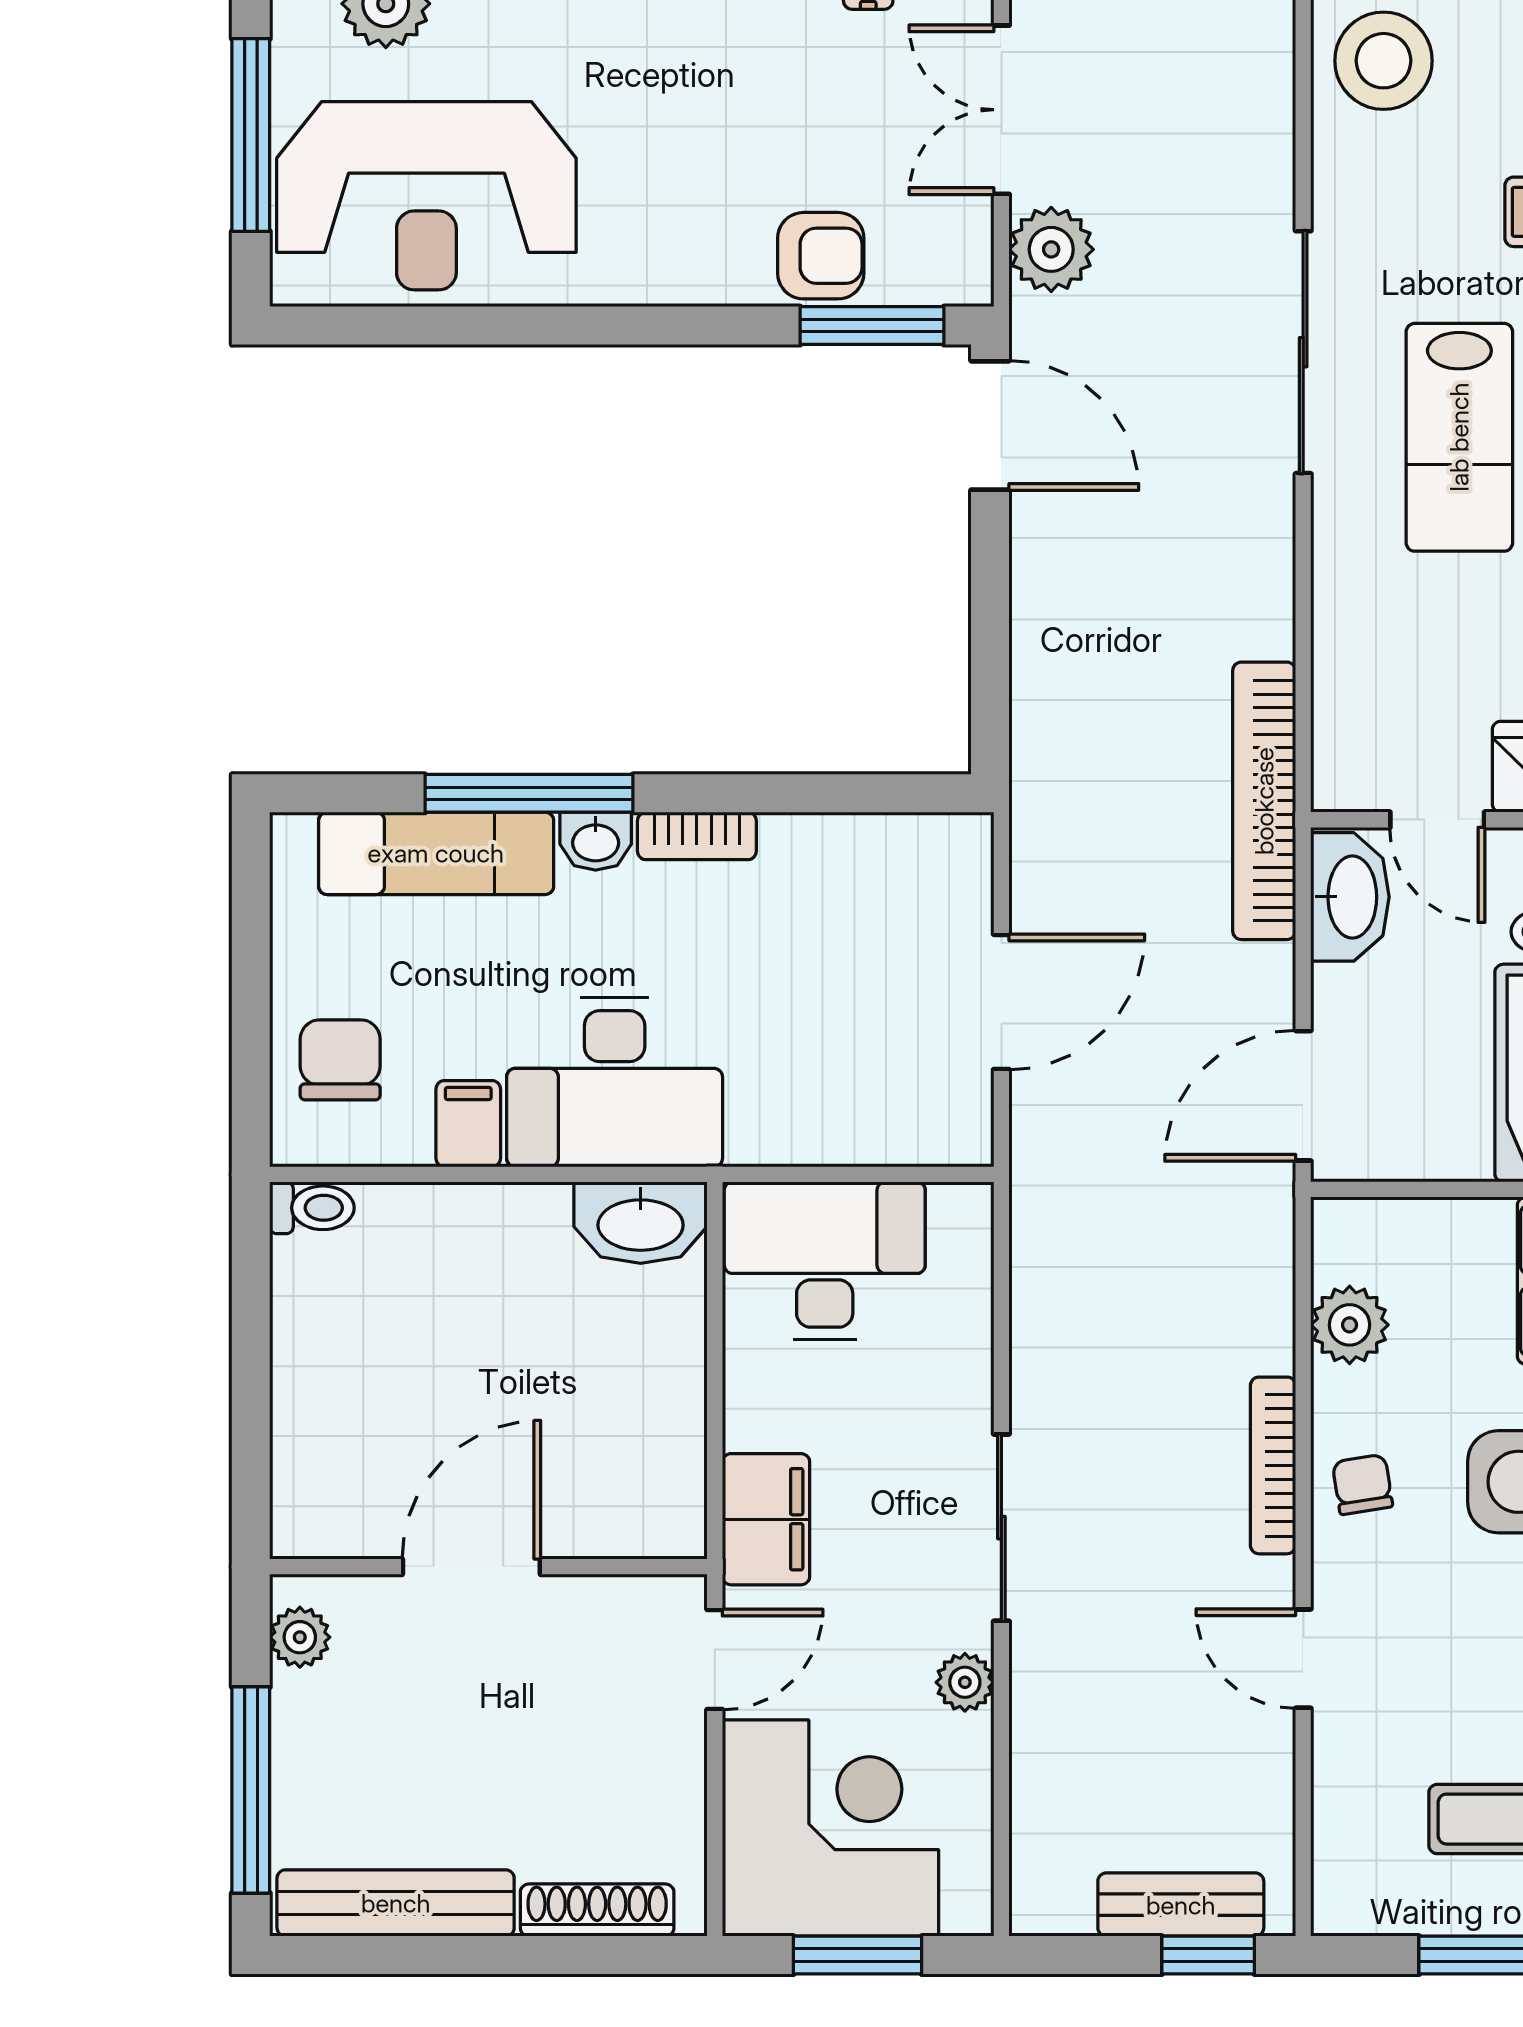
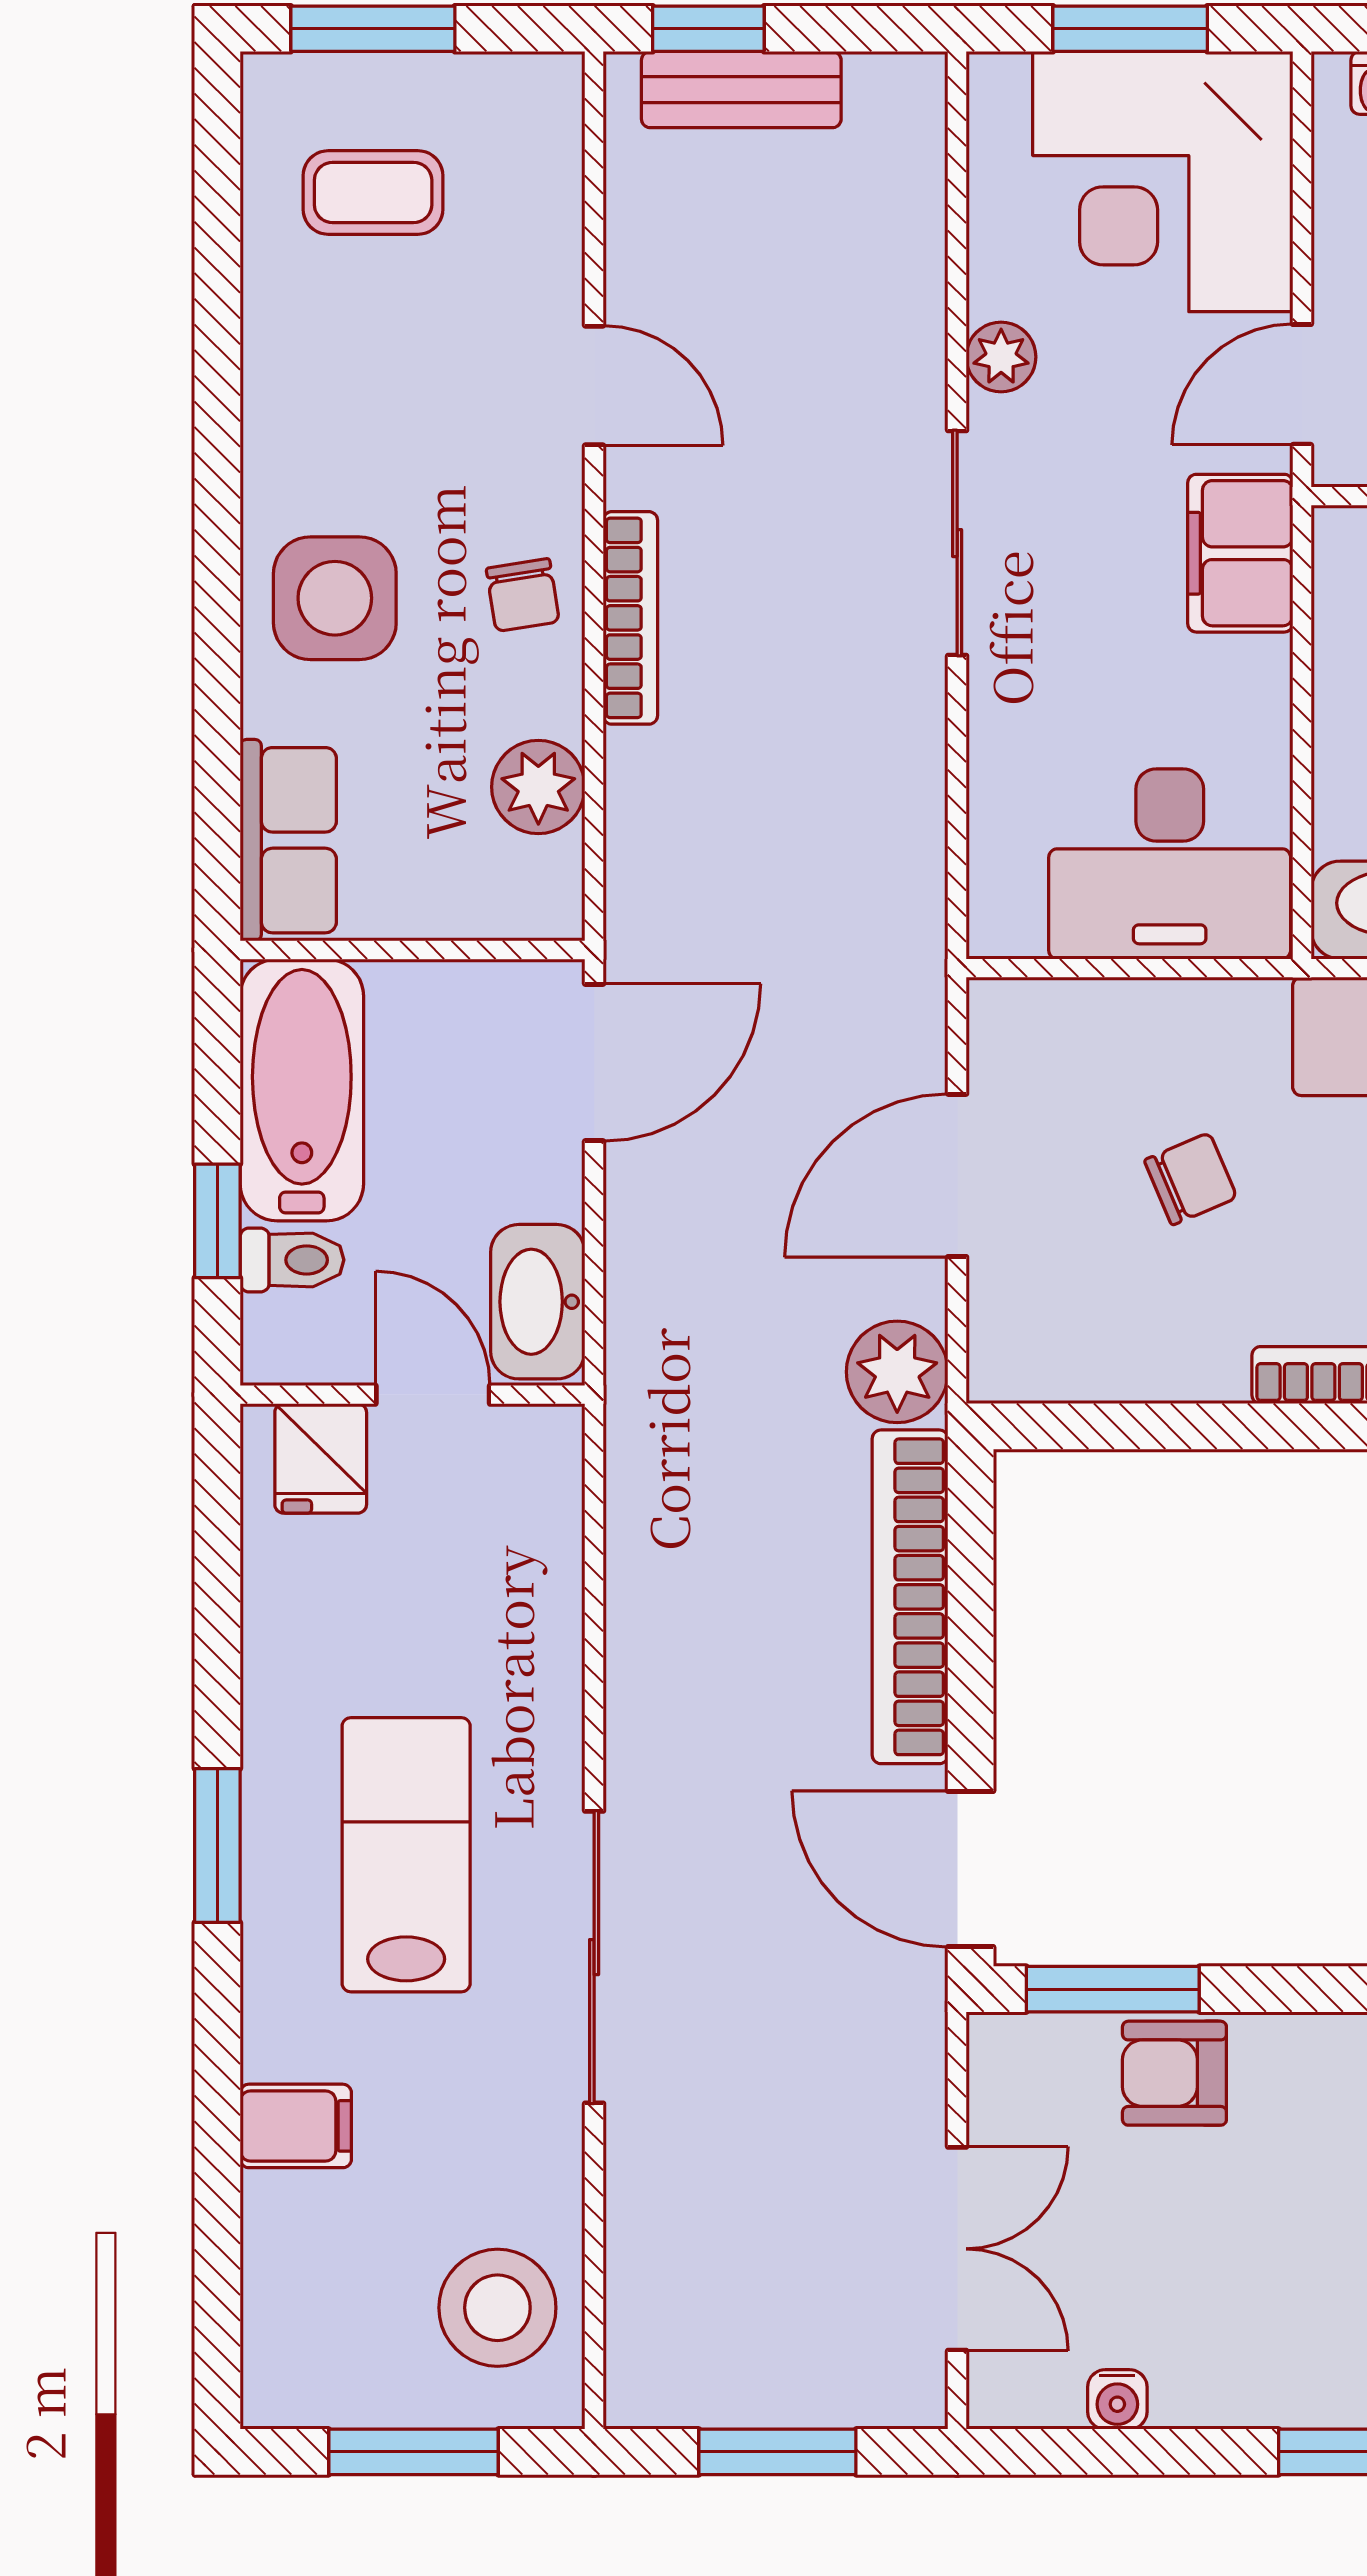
plant: (1051, 249) -> (897, 1372), moved
bookcase: (1264, 801) -> (910, 1597), moved, turned 180
chair: (807, 999) -> (1191, 1179), added

